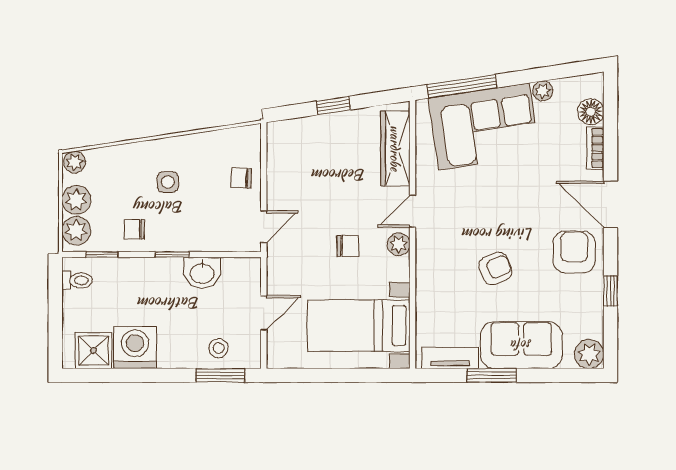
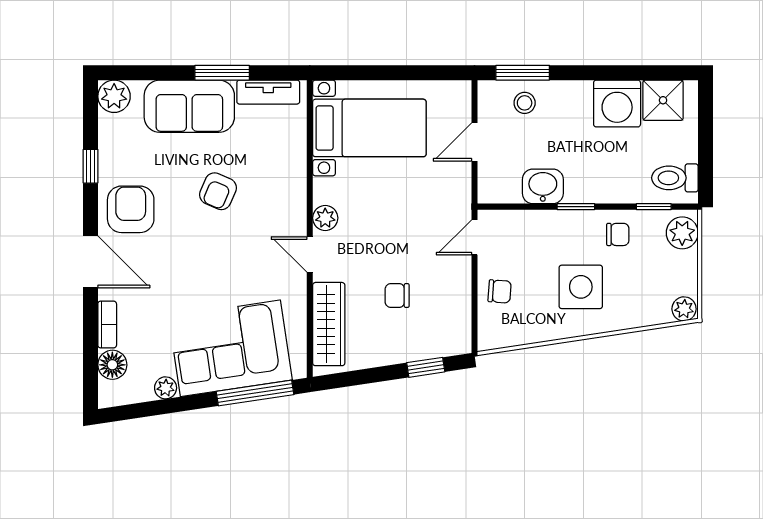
window: (333, 106) -> (426, 367), moved
side table: (168, 182) -> (581, 287), width x1.87, depth x1.87
plant: (76, 200) -> (682, 267), removed
door: (413, 211) -> (310, 255), swing flipped
chair: (348, 246) -> (397, 296), moved
armchair: (574, 252) -> (131, 209), turned 180
armchair: (495, 268) -> (218, 191), turned -44
toilet: (77, 280) -> (675, 178), width x1.37, depth x1.39

